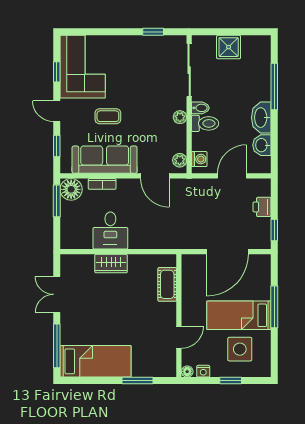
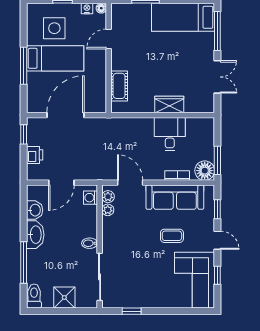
plant: (180, 117) -> (108, 210), moved
toilet: (205, 123) -> (34, 296), moved, turned 90

